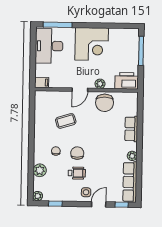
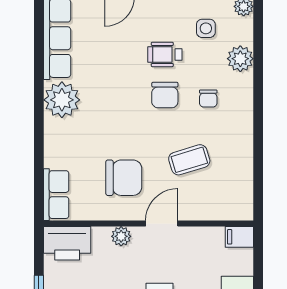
chair: (105, 103) -> (124, 178), moved, turned 90
row of seats: (131, 129) -> (56, 195), moved
plant: (132, 156) -> (62, 100), width x1.88, depth x1.88
side table: (86, 192) -> (206, 28), moved

